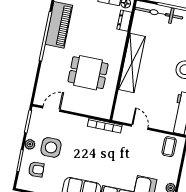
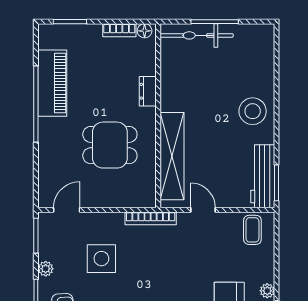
dresser: (124, 21) -> (148, 91), moved
shelving: (132, 63) -> (172, 156), moved
side table: (51, 147) -> (101, 259), moved

